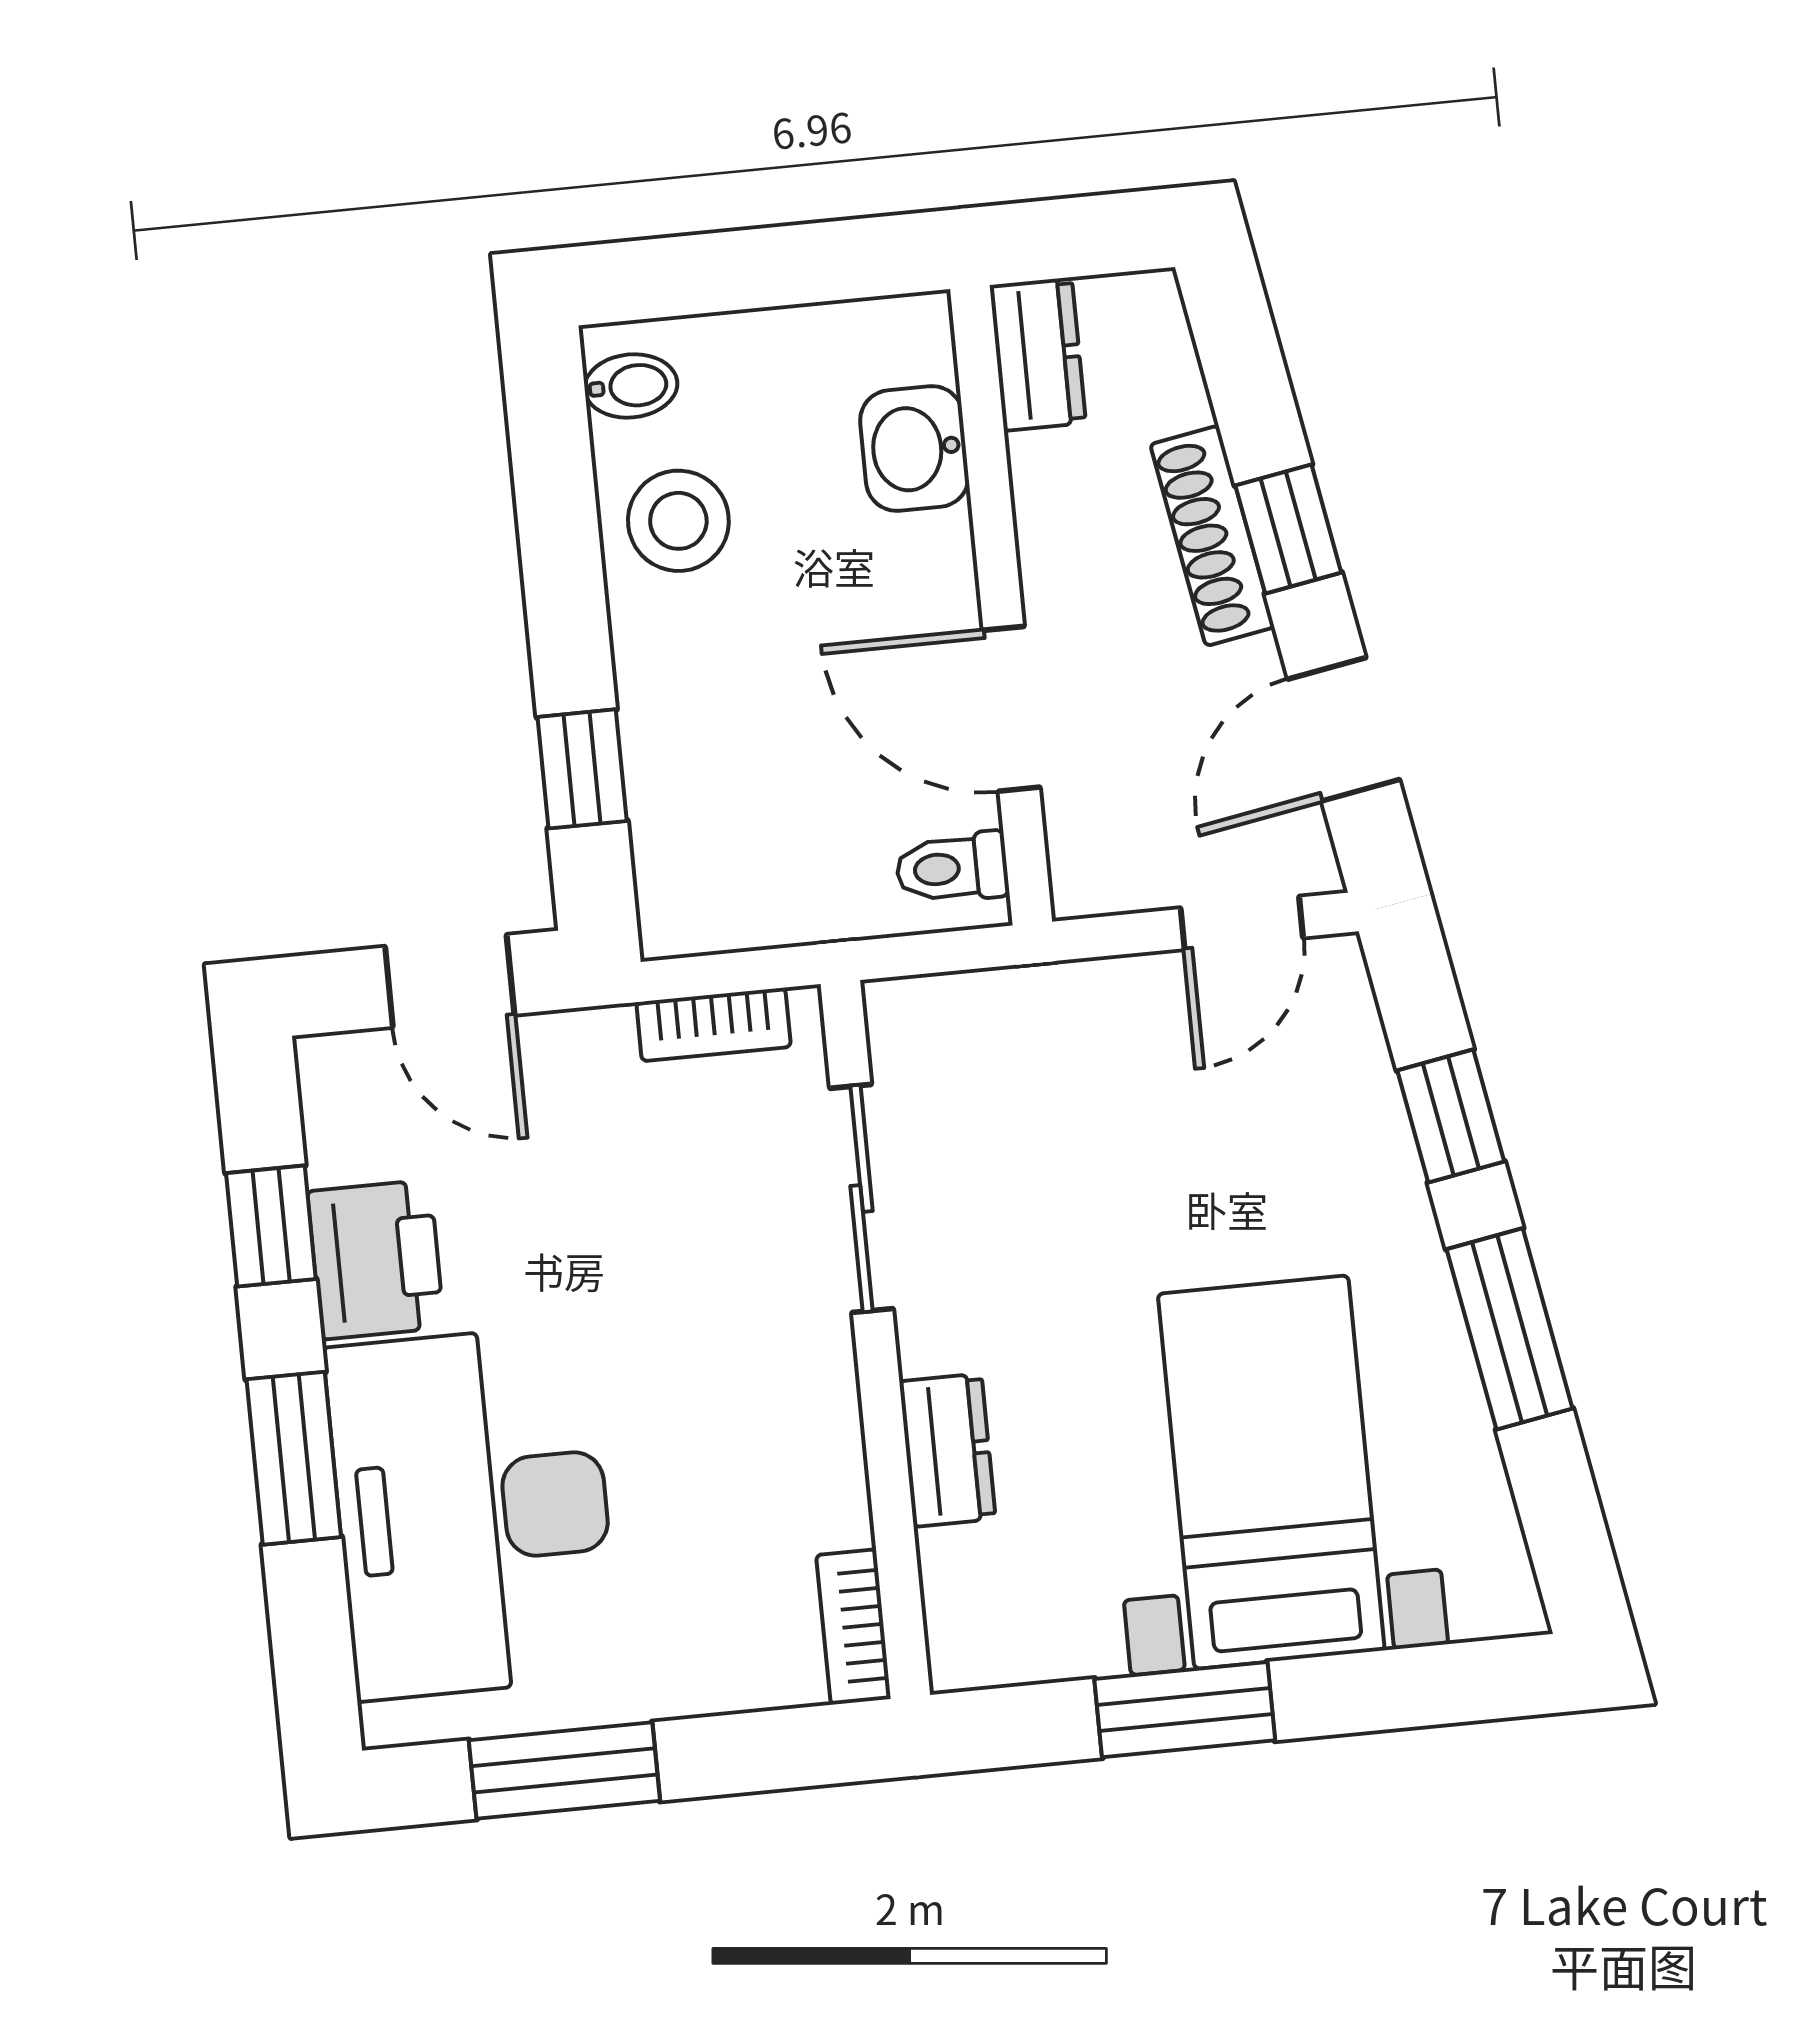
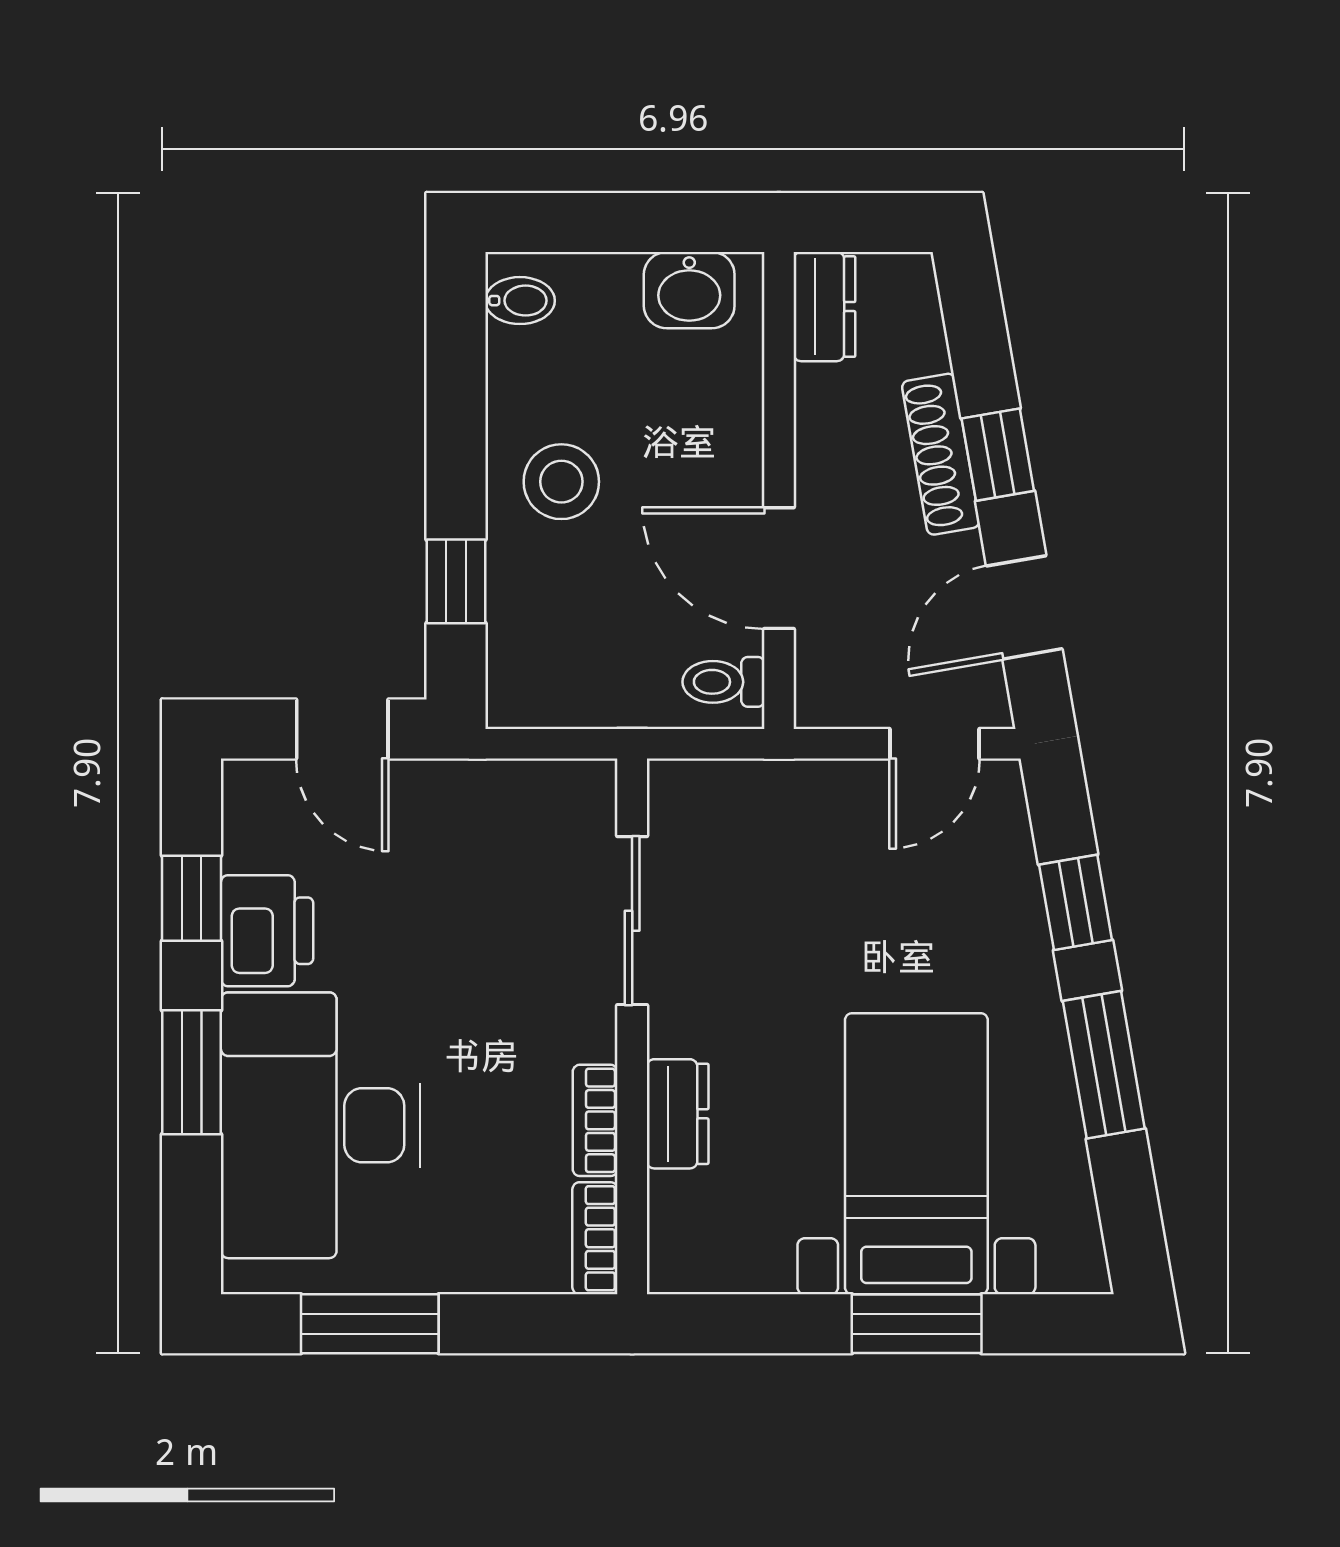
washbasin: (914, 449) -> (689, 290), moved, turned -90
stool: (678, 521) -> (561, 482), moved
bookcase: (714, 1025) -> (595, 1120), moved, turned 90
window: (1185, 1710) -> (917, 1324), moved

